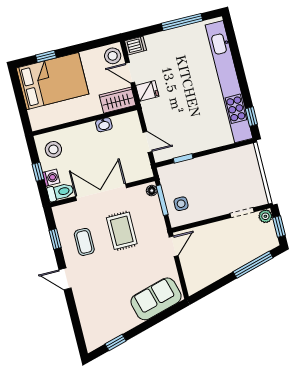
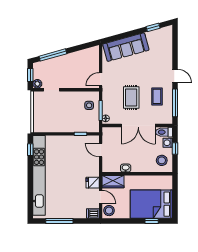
window: (55, 239) -> (175, 103), width x2.17
sofa: (156, 299) -> (126, 47), width x1.36

